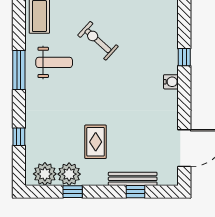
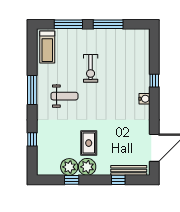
exercise bike: (98, 41) -> (91, 68), turned -132
weight bench: (54, 62) -> (64, 96), moved
plant: (45, 174) -> (87, 167), moved
bench: (133, 179) -> (129, 170), moved

